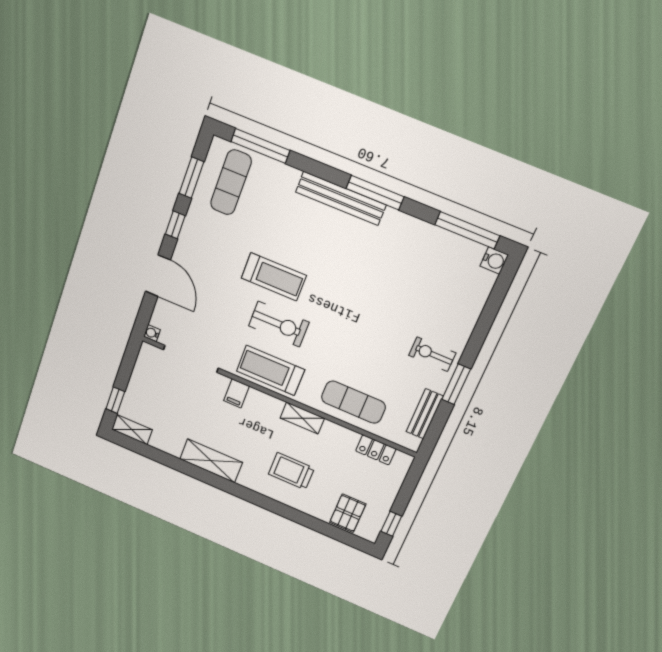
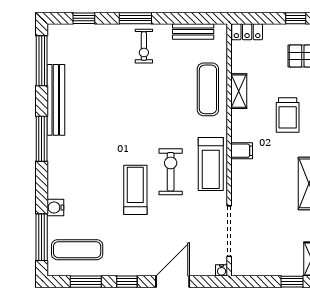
bench: (341, 198) -> (56, 100), moved
water cooler: (494, 260) -> (55, 207), moved, turned -90
window: (495, 300) -> (84, 18), added
window: (456, 384) -> (135, 18), moved
filing cabinet: (236, 393) -> (242, 151), moved
shelving: (302, 418) -> (239, 91), moved
locker: (376, 450) -> (247, 32), moved, turned 90

